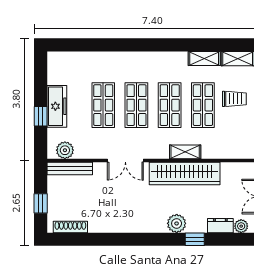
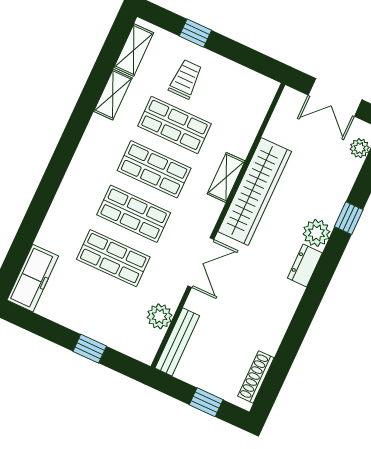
freezer: (57, 106) -> (33, 278), moved, turned 90
plant: (65, 150) -> (160, 316), moved
dresser: (220, 226) -> (305, 266), moved

